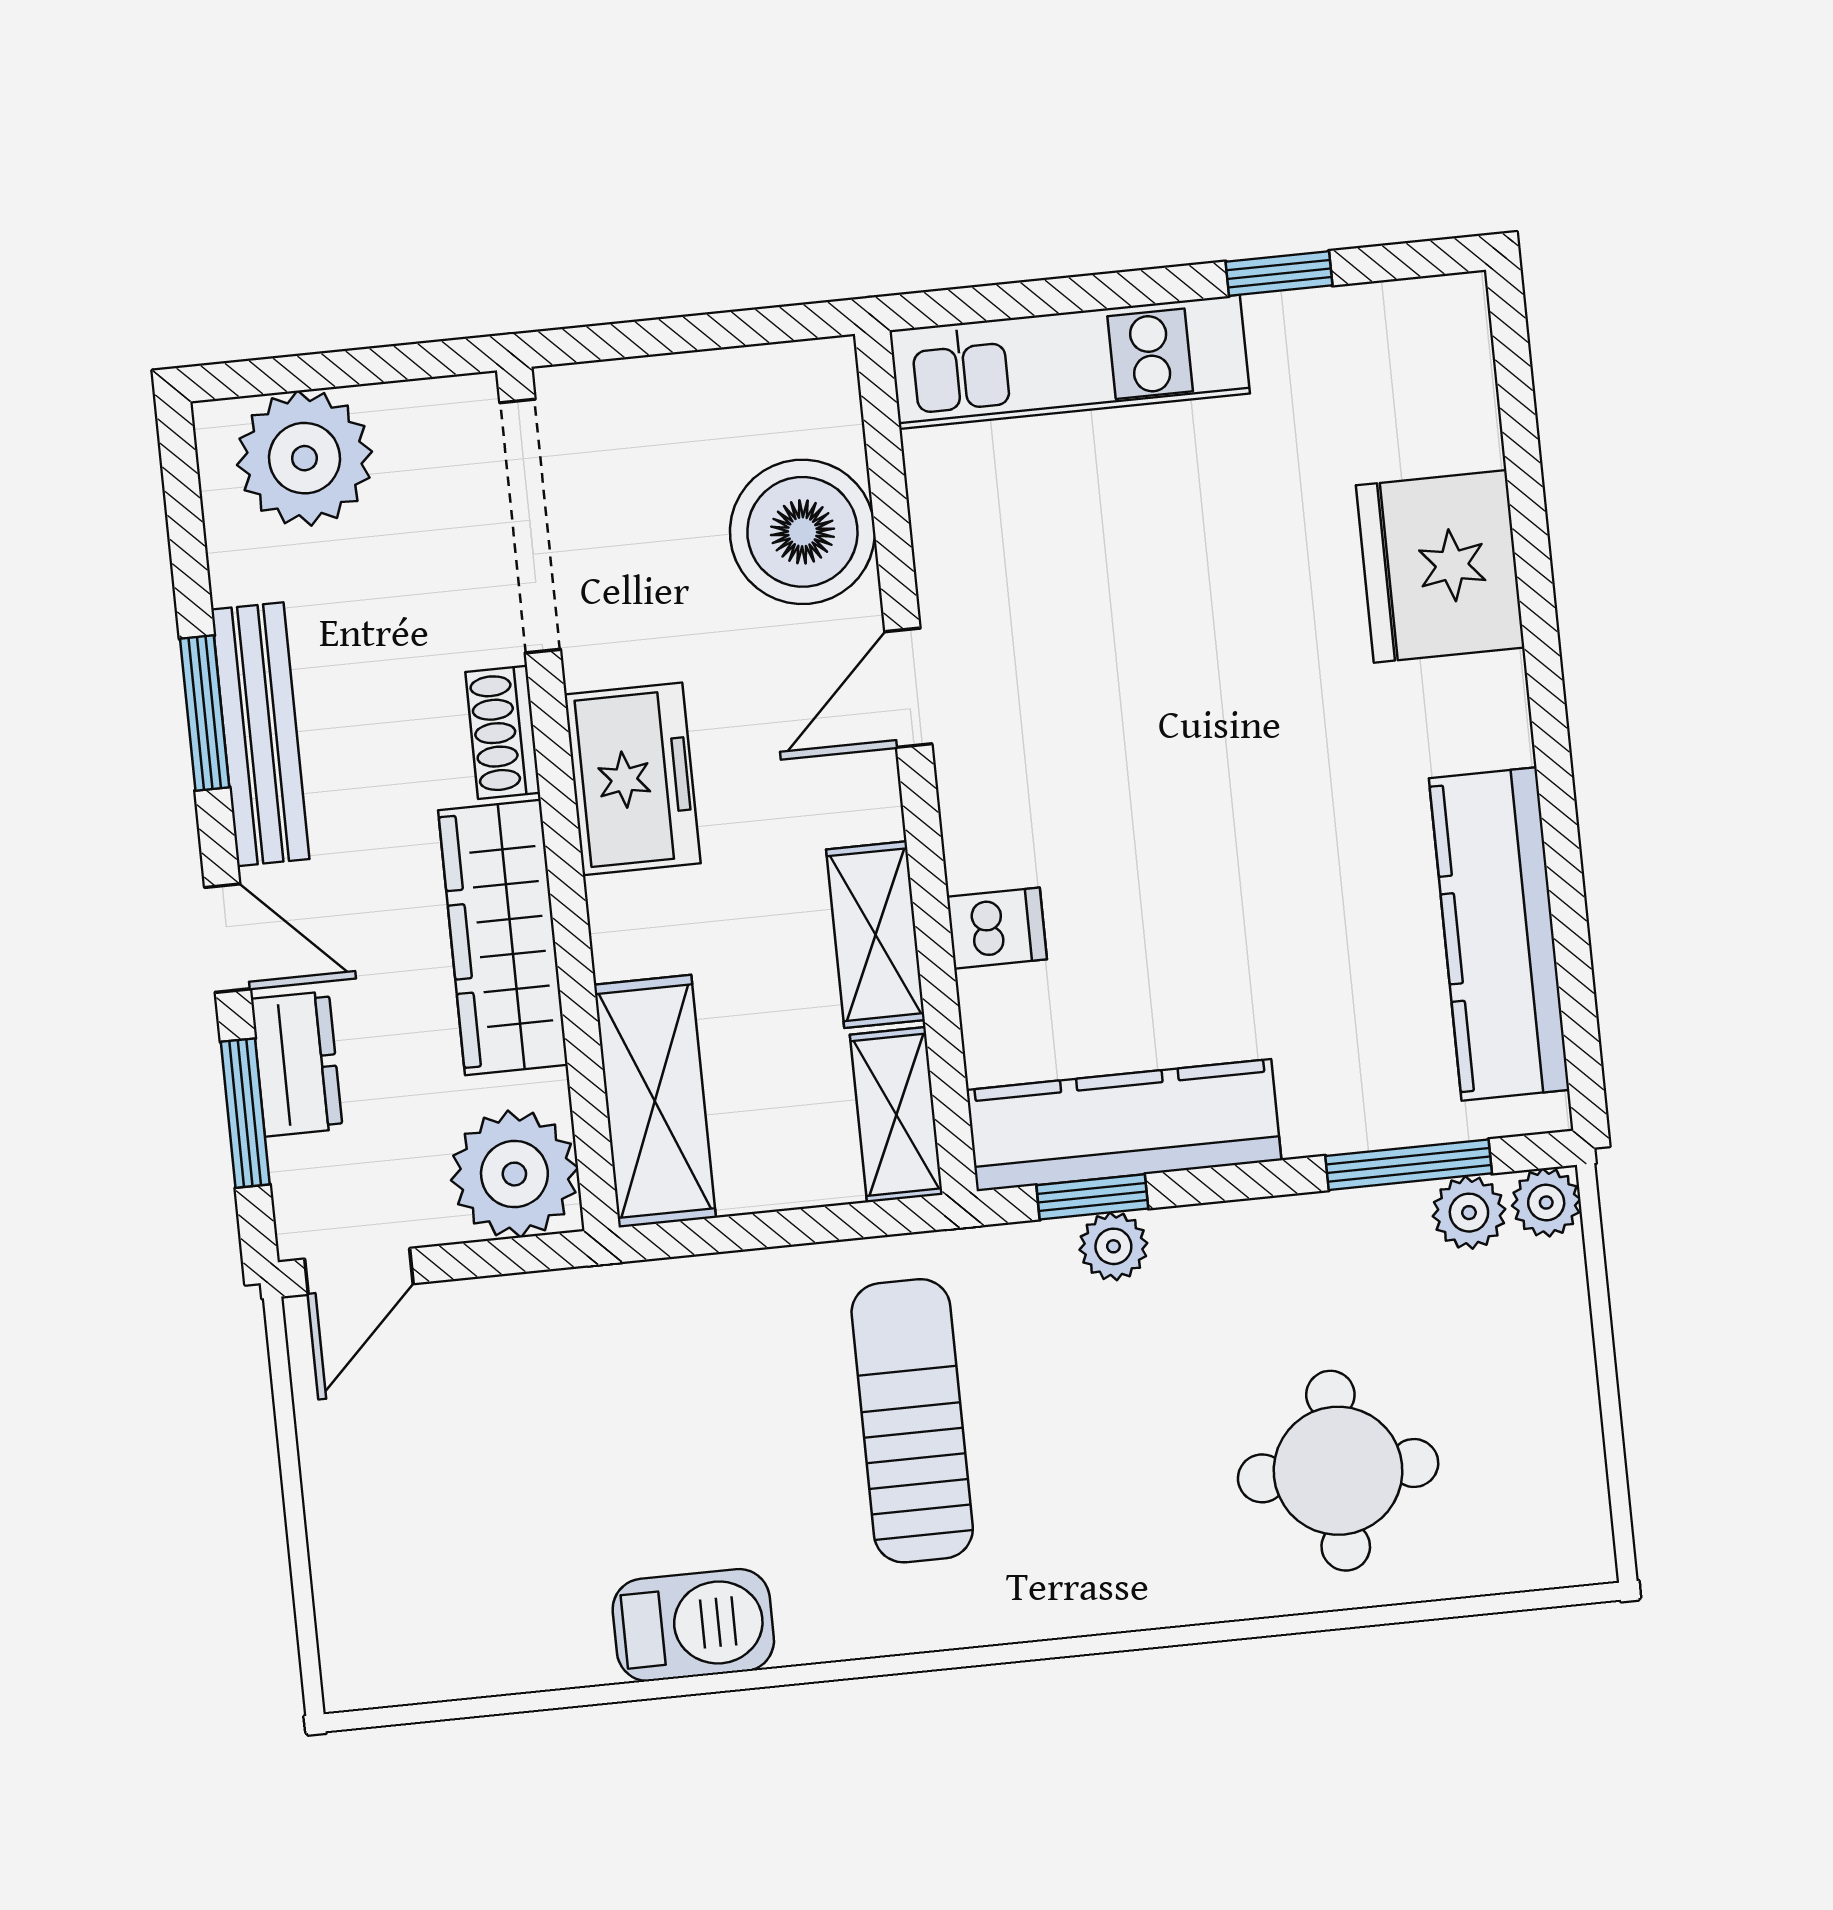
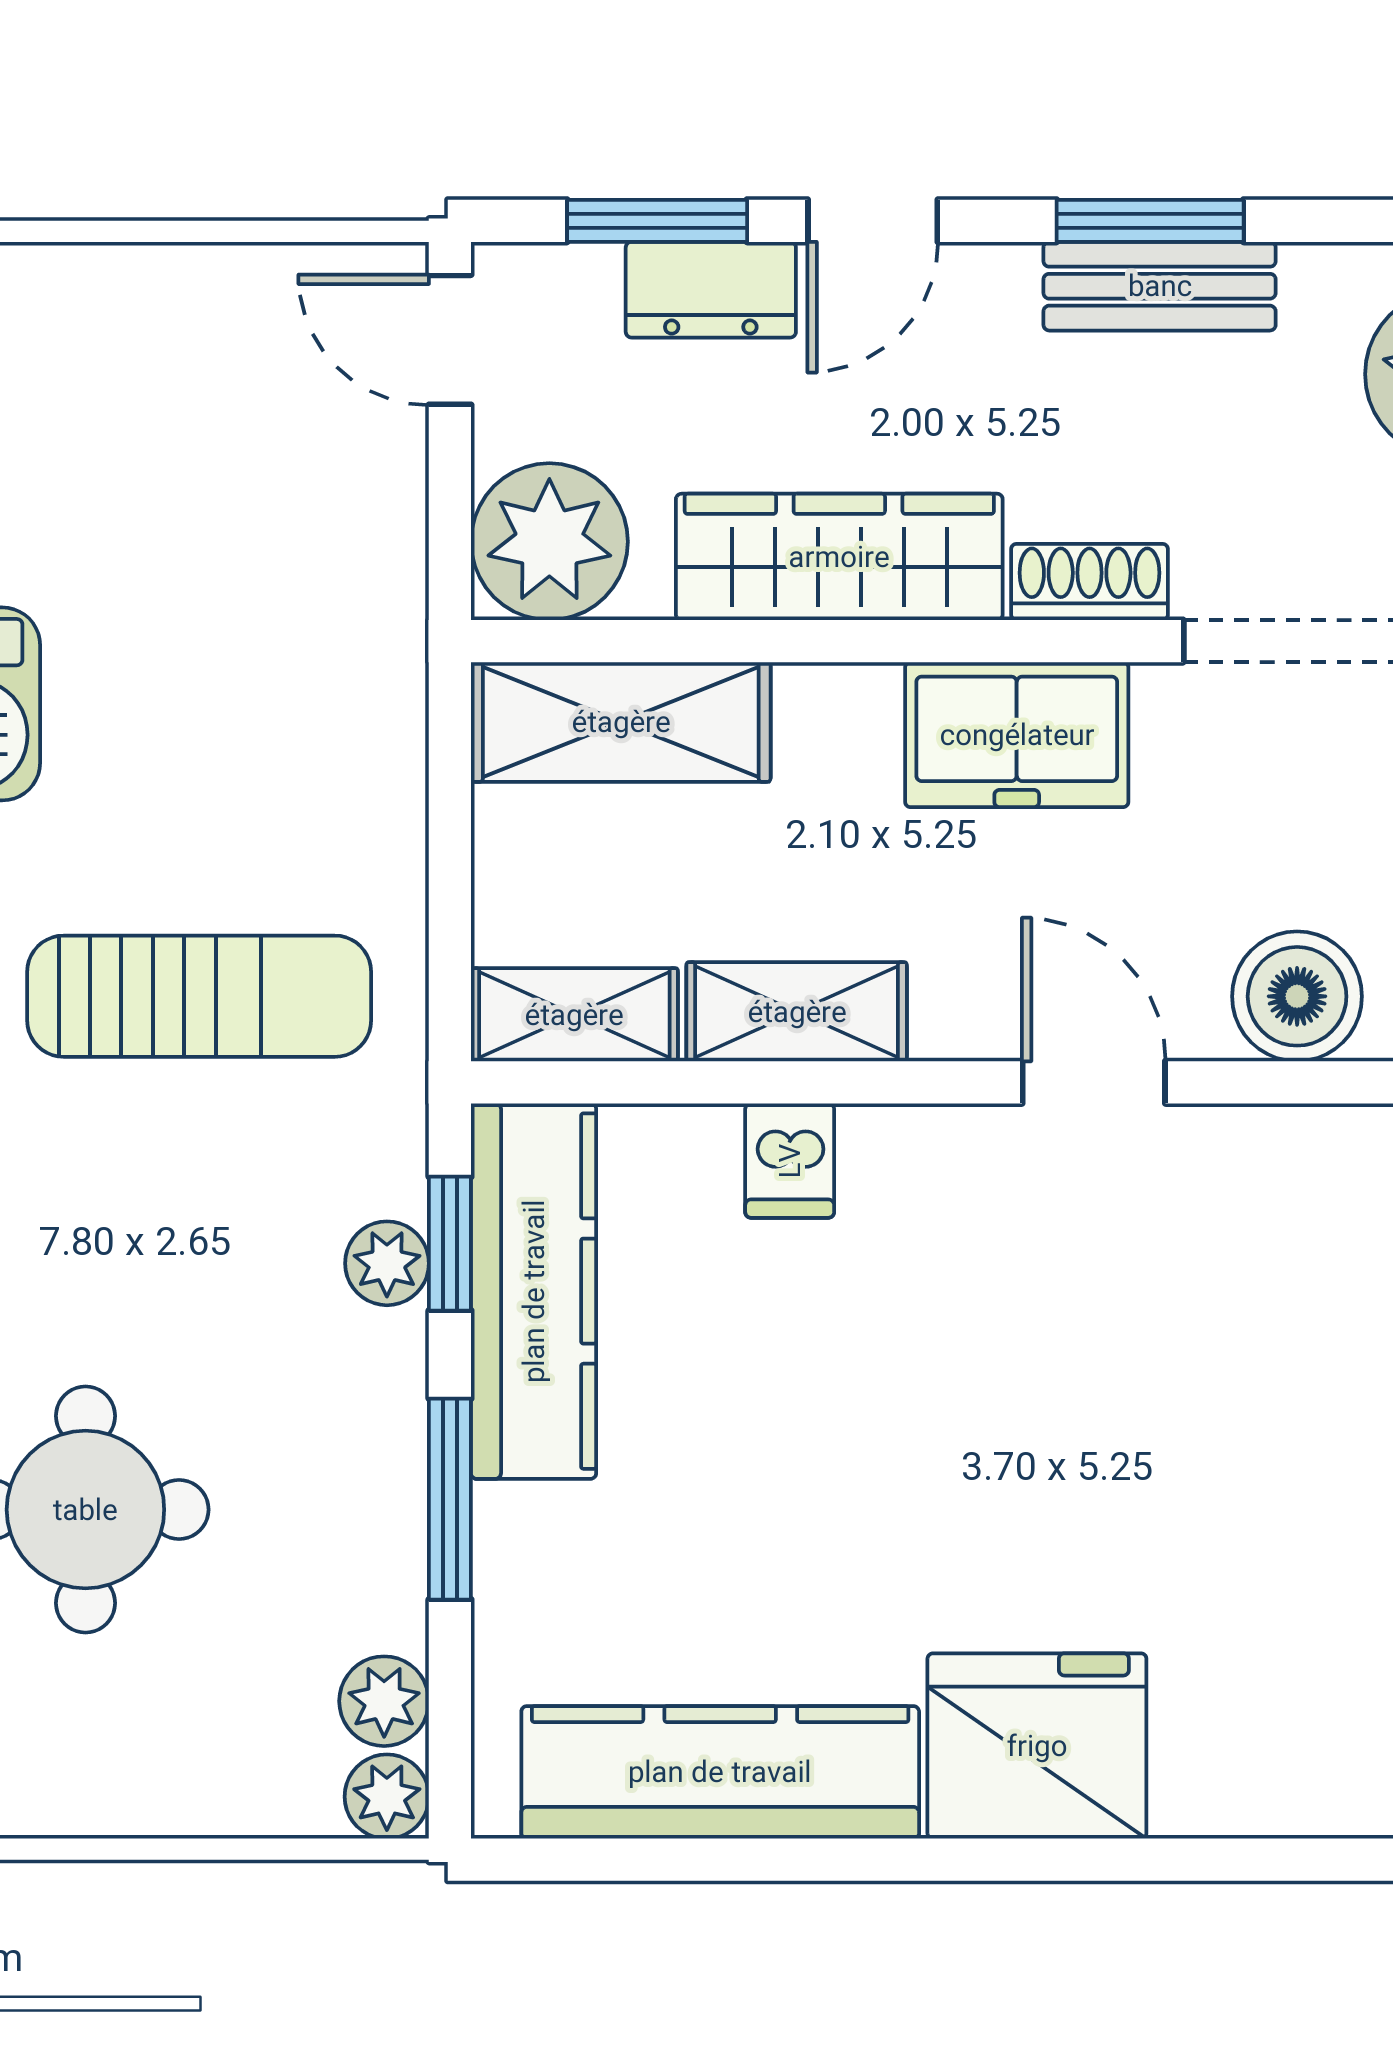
boiler: (802, 532) -> (1297, 996), width x0.73, depth x0.73
fridge: (1440, 566) -> (1037, 1746), moved
bench: (260, 734) -> (1160, 286), width x0.73
window: (1409, 1165) -> (450, 1499), moved

